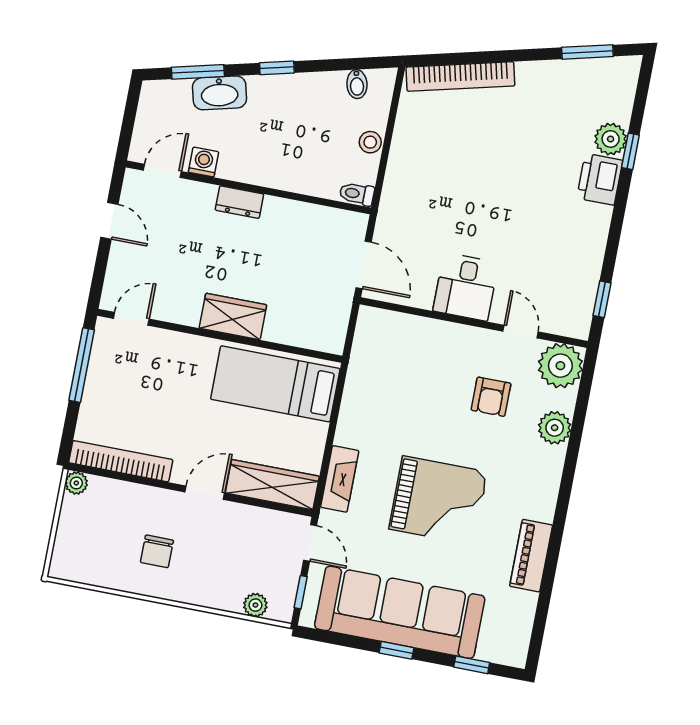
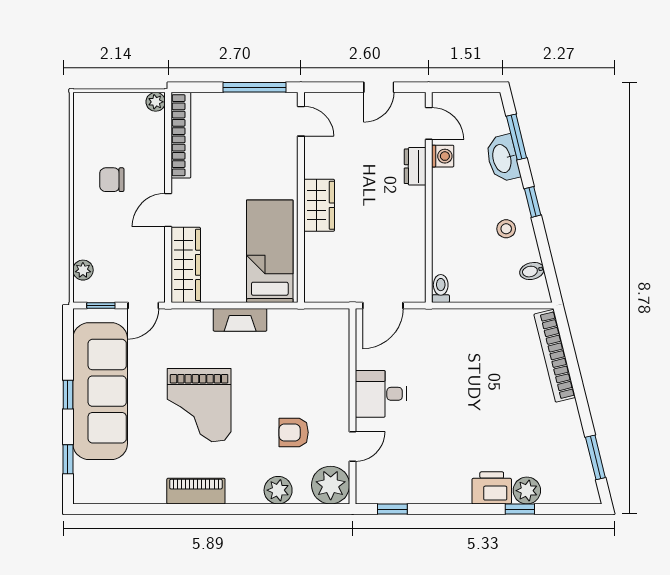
stool: (370, 142) -> (506, 229), moved
dresser: (239, 202) -> (415, 166), moved
fireplace: (340, 479) -> (240, 320), moved
door: (205, 493) -> (168, 210), swing flipped
piano: (531, 556) -> (196, 491), moved

